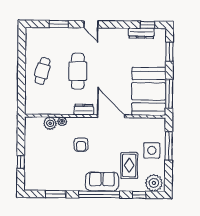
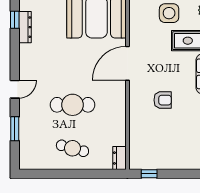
dresser: (84, 110) -> (120, 158), moved
plant: (62, 121) -> (134, 124), removed
plant: (50, 123) -> (137, 138), removed
window: (21, 162) -> (149, 174), moved

